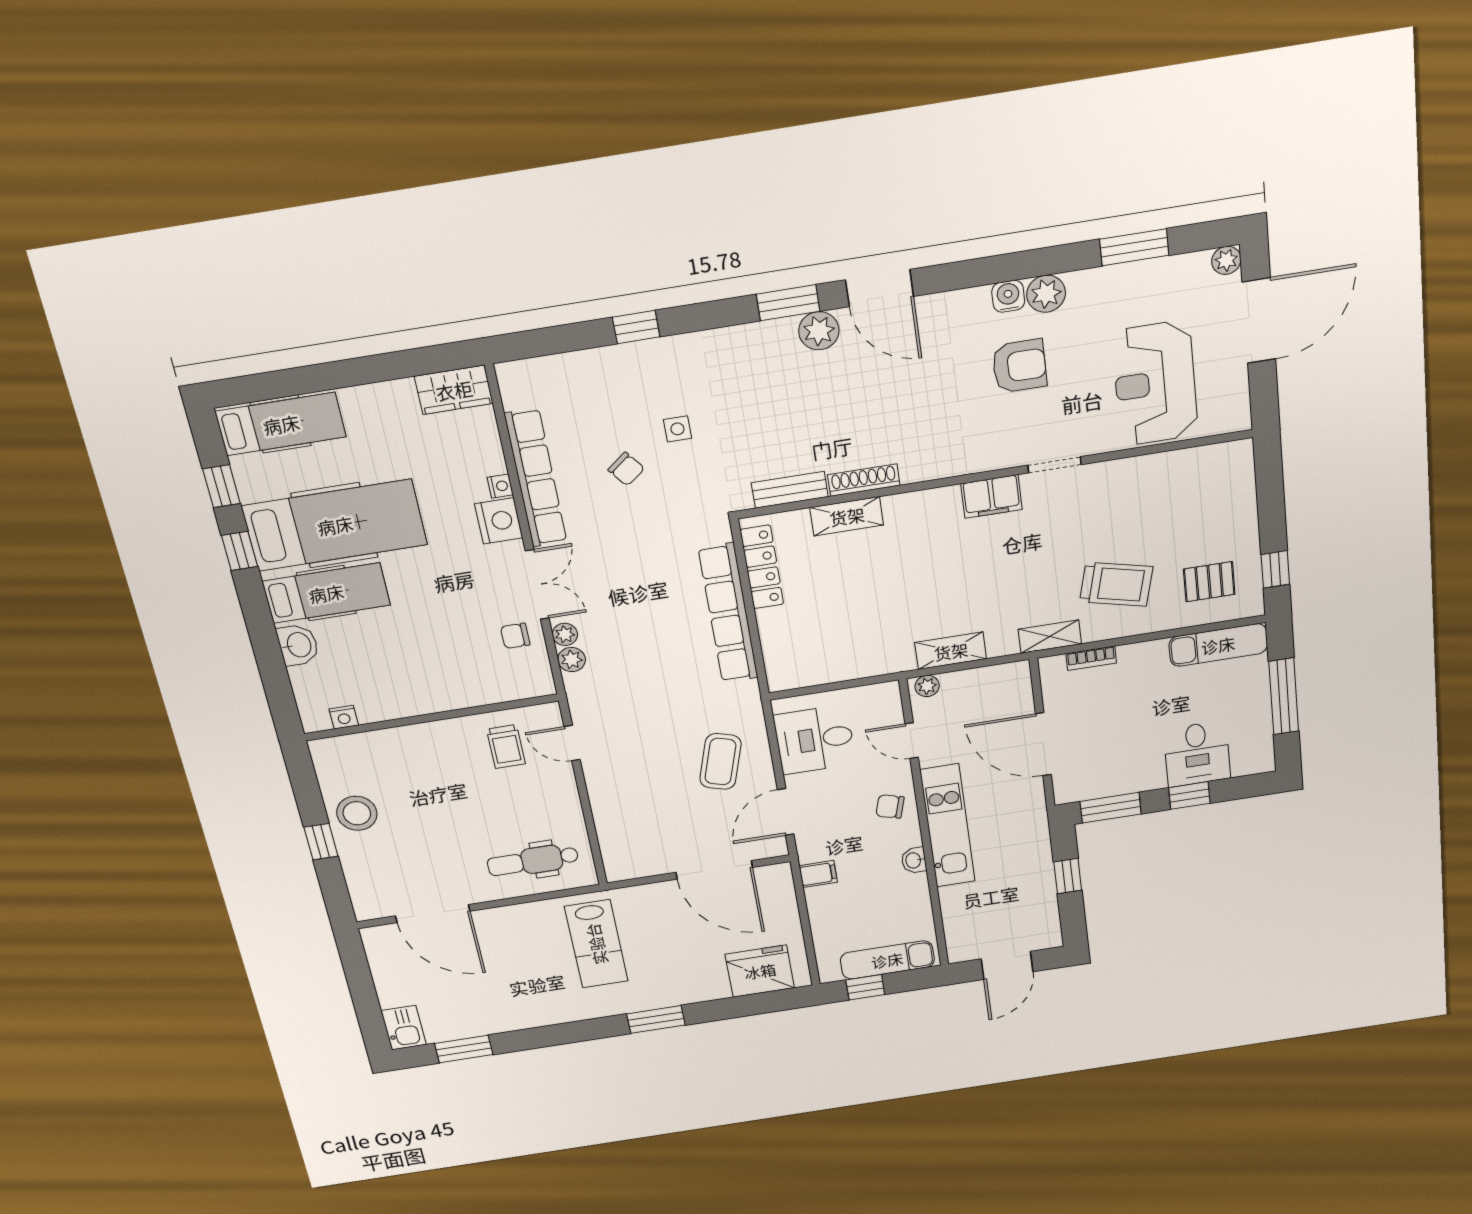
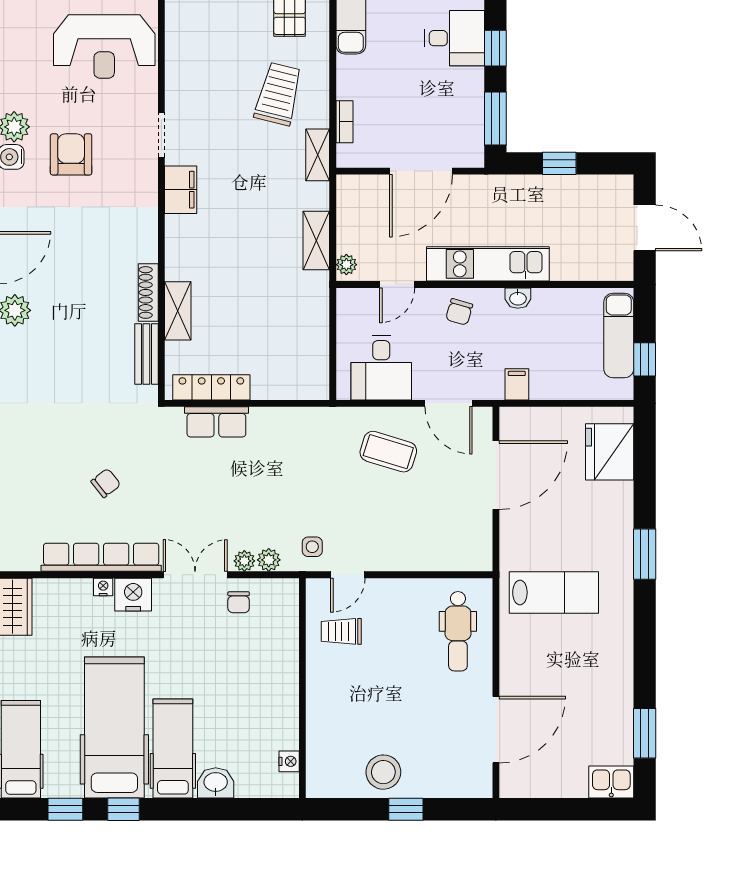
side table: (677, 429) -> (312, 547), moved
row of seats: (728, 613) -> (216, 422), width x0.50
trolley: (506, 747) -> (341, 631), turned 180

